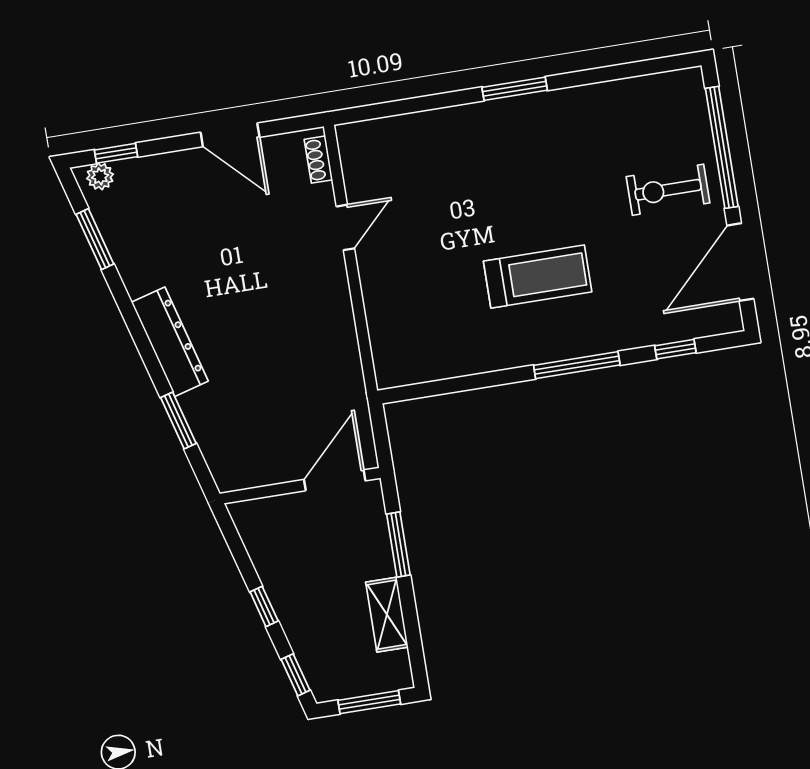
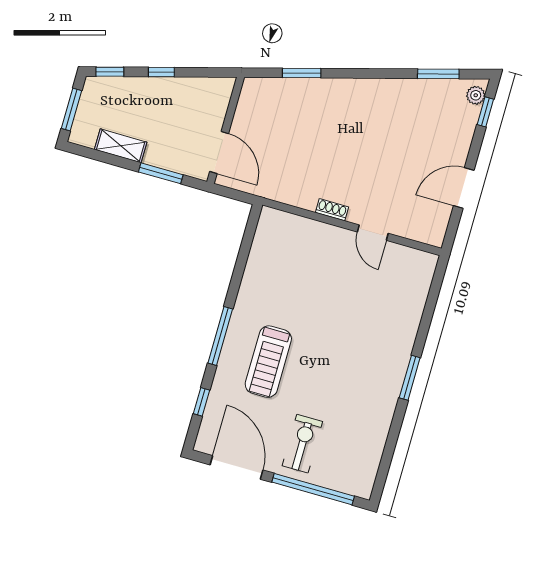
shoe rack: (318, 160) -> (332, 210), moved
treadmill: (538, 276) -> (268, 362), moved
dresser: (170, 342) -> (353, 91), removed

